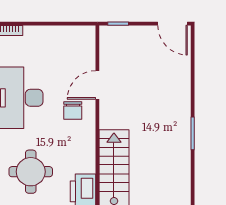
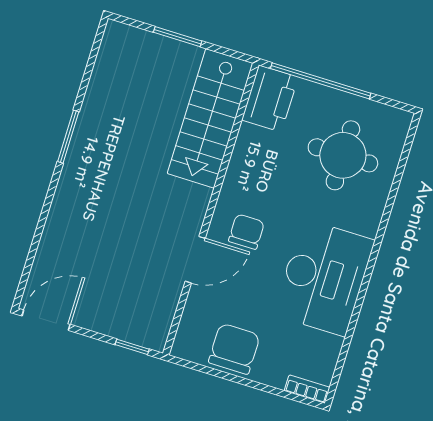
door: (173, 24) -> (46, 320), hinge flipped
chair: (59, 41) -> (234, 349), added

